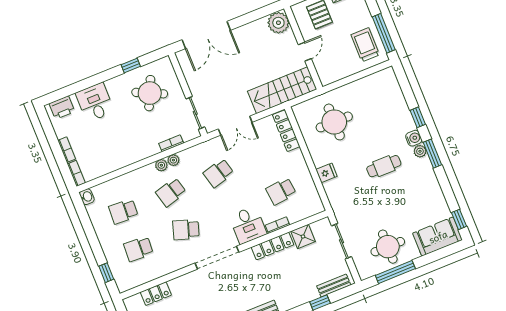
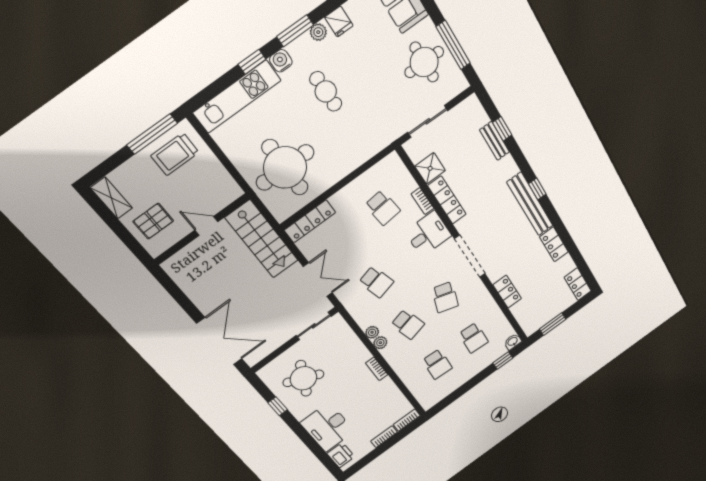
plant: (278, 23) -> (179, 267), removed
kitchen unit: (396, 100) -> (237, 97), added
desk: (95, 102) -> (328, 427), width x1.37
round table: (334, 122) -> (285, 167), width x1.36, depth x1.36
bookcase: (171, 143) -> (377, 369), moved
plant: (420, 151) -> (318, 32), moved
fridge: (326, 173) -> (339, 21), moved, turned 180
washbasin: (87, 197) -> (513, 342), moved
bench: (334, 286) -> (495, 141), moved
locker: (156, 294) -> (507, 292), moved

